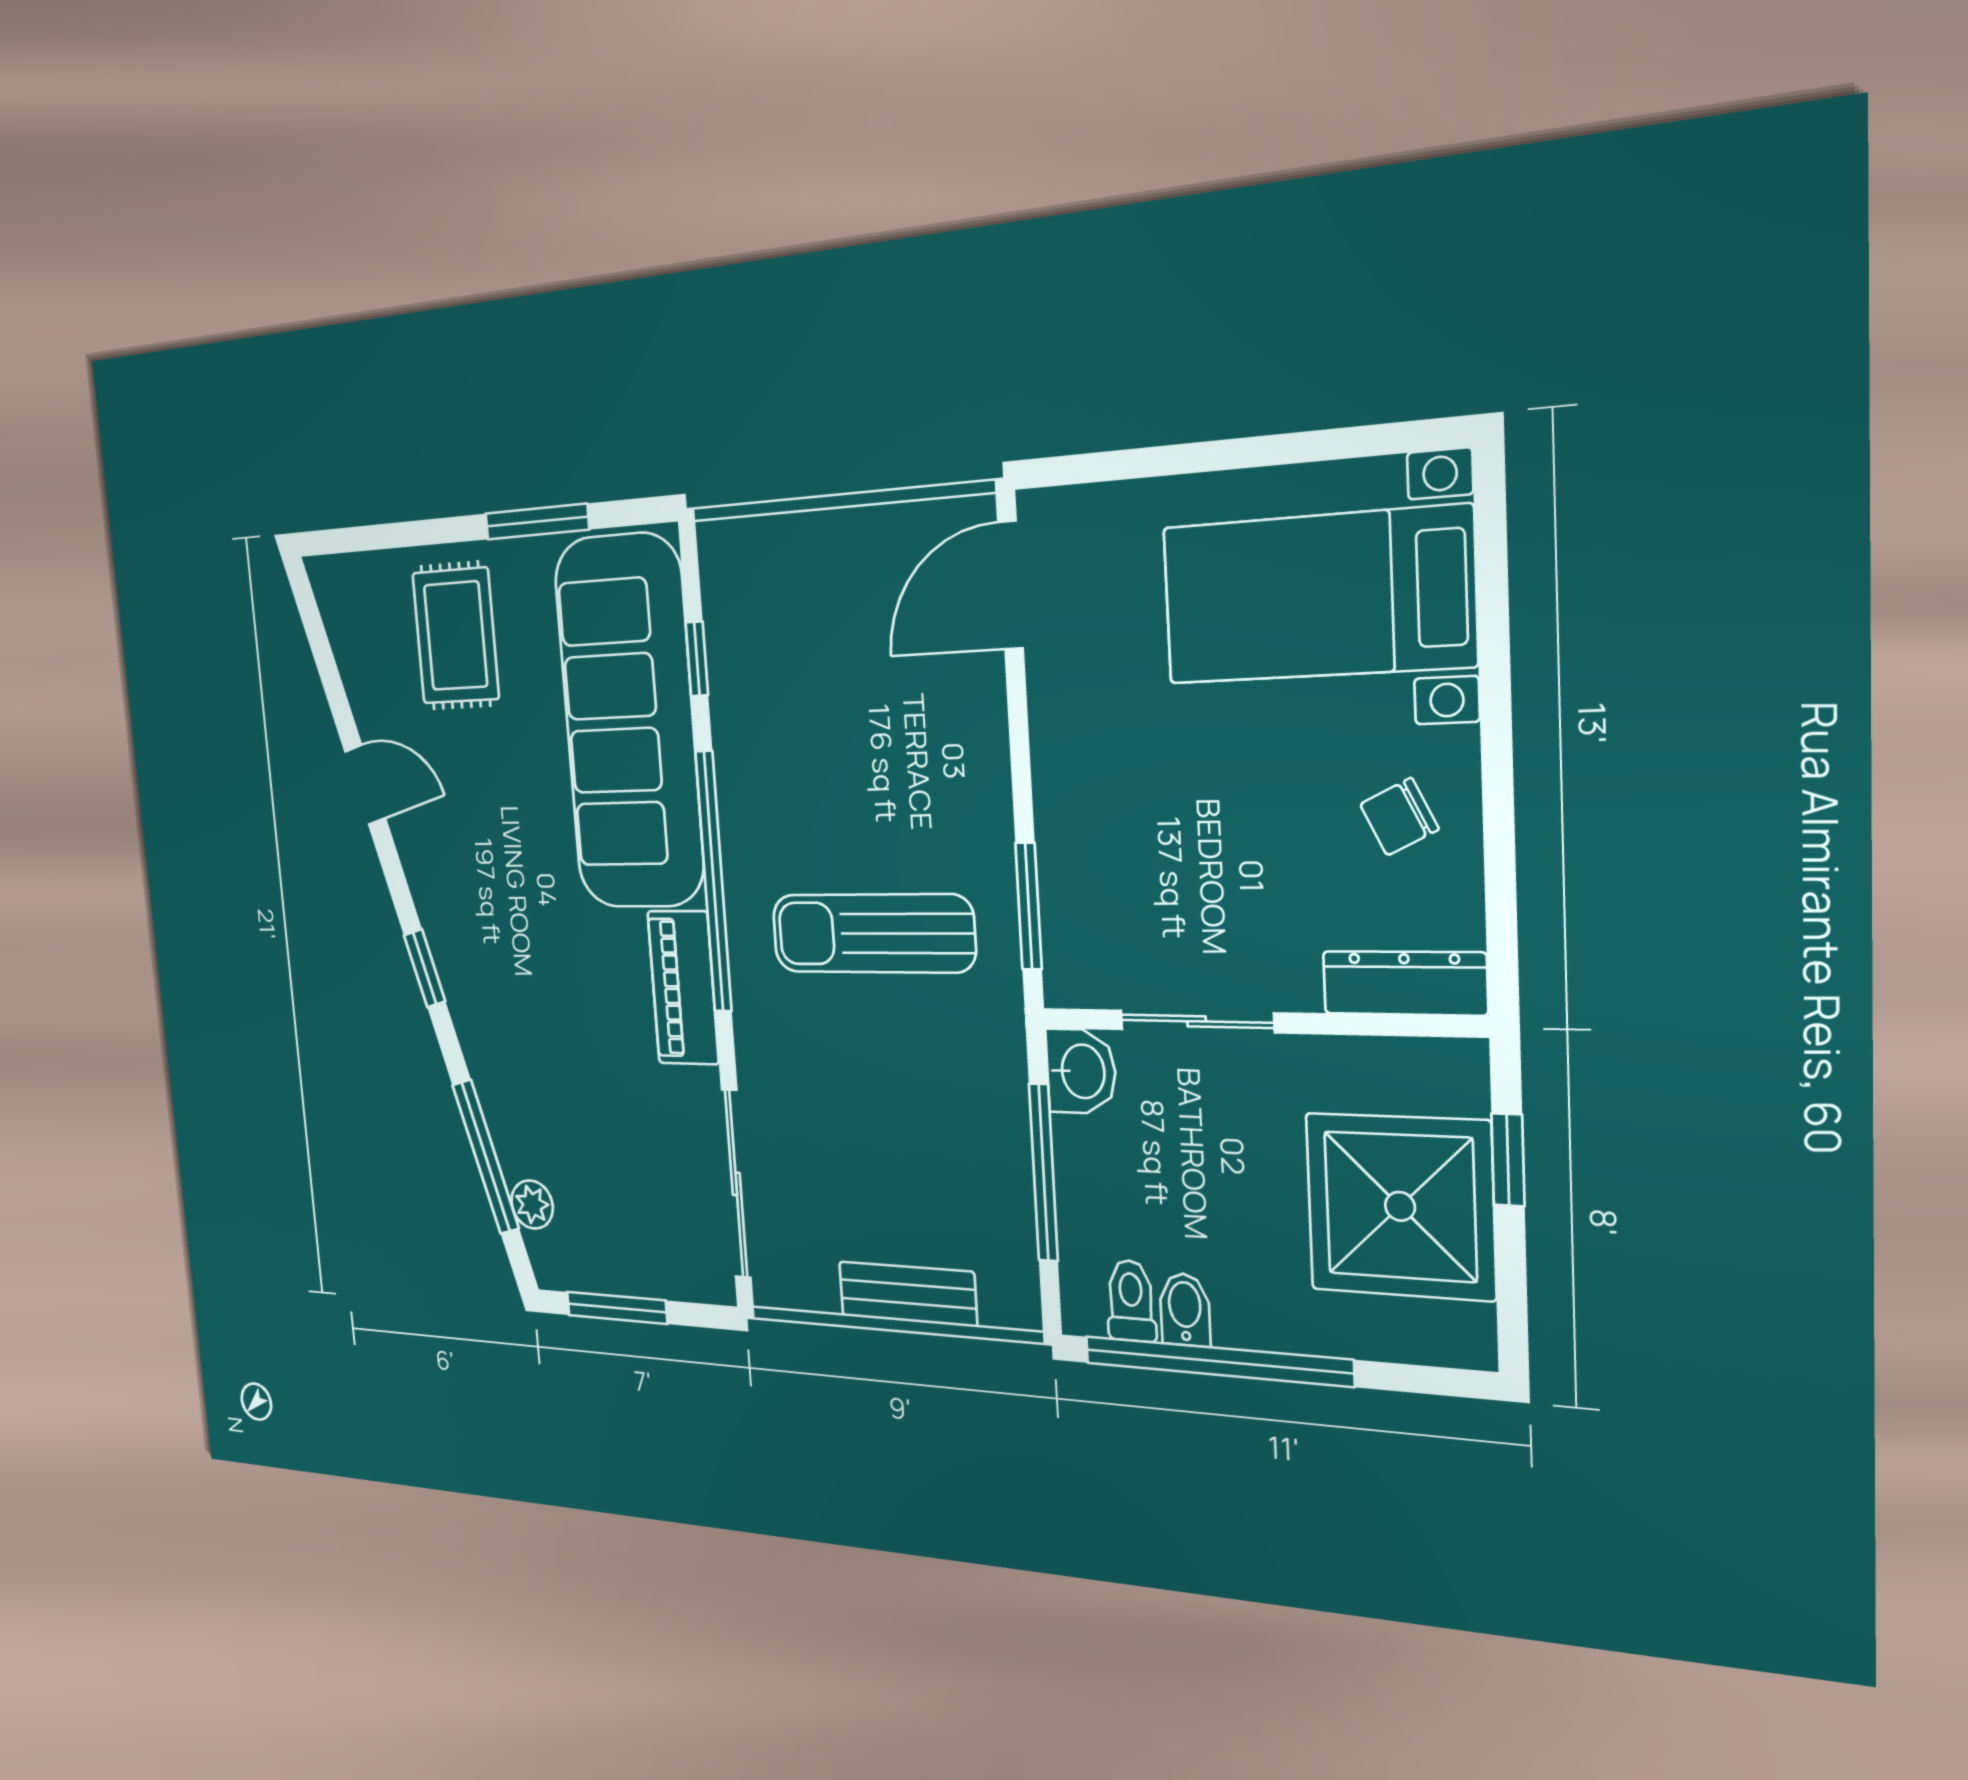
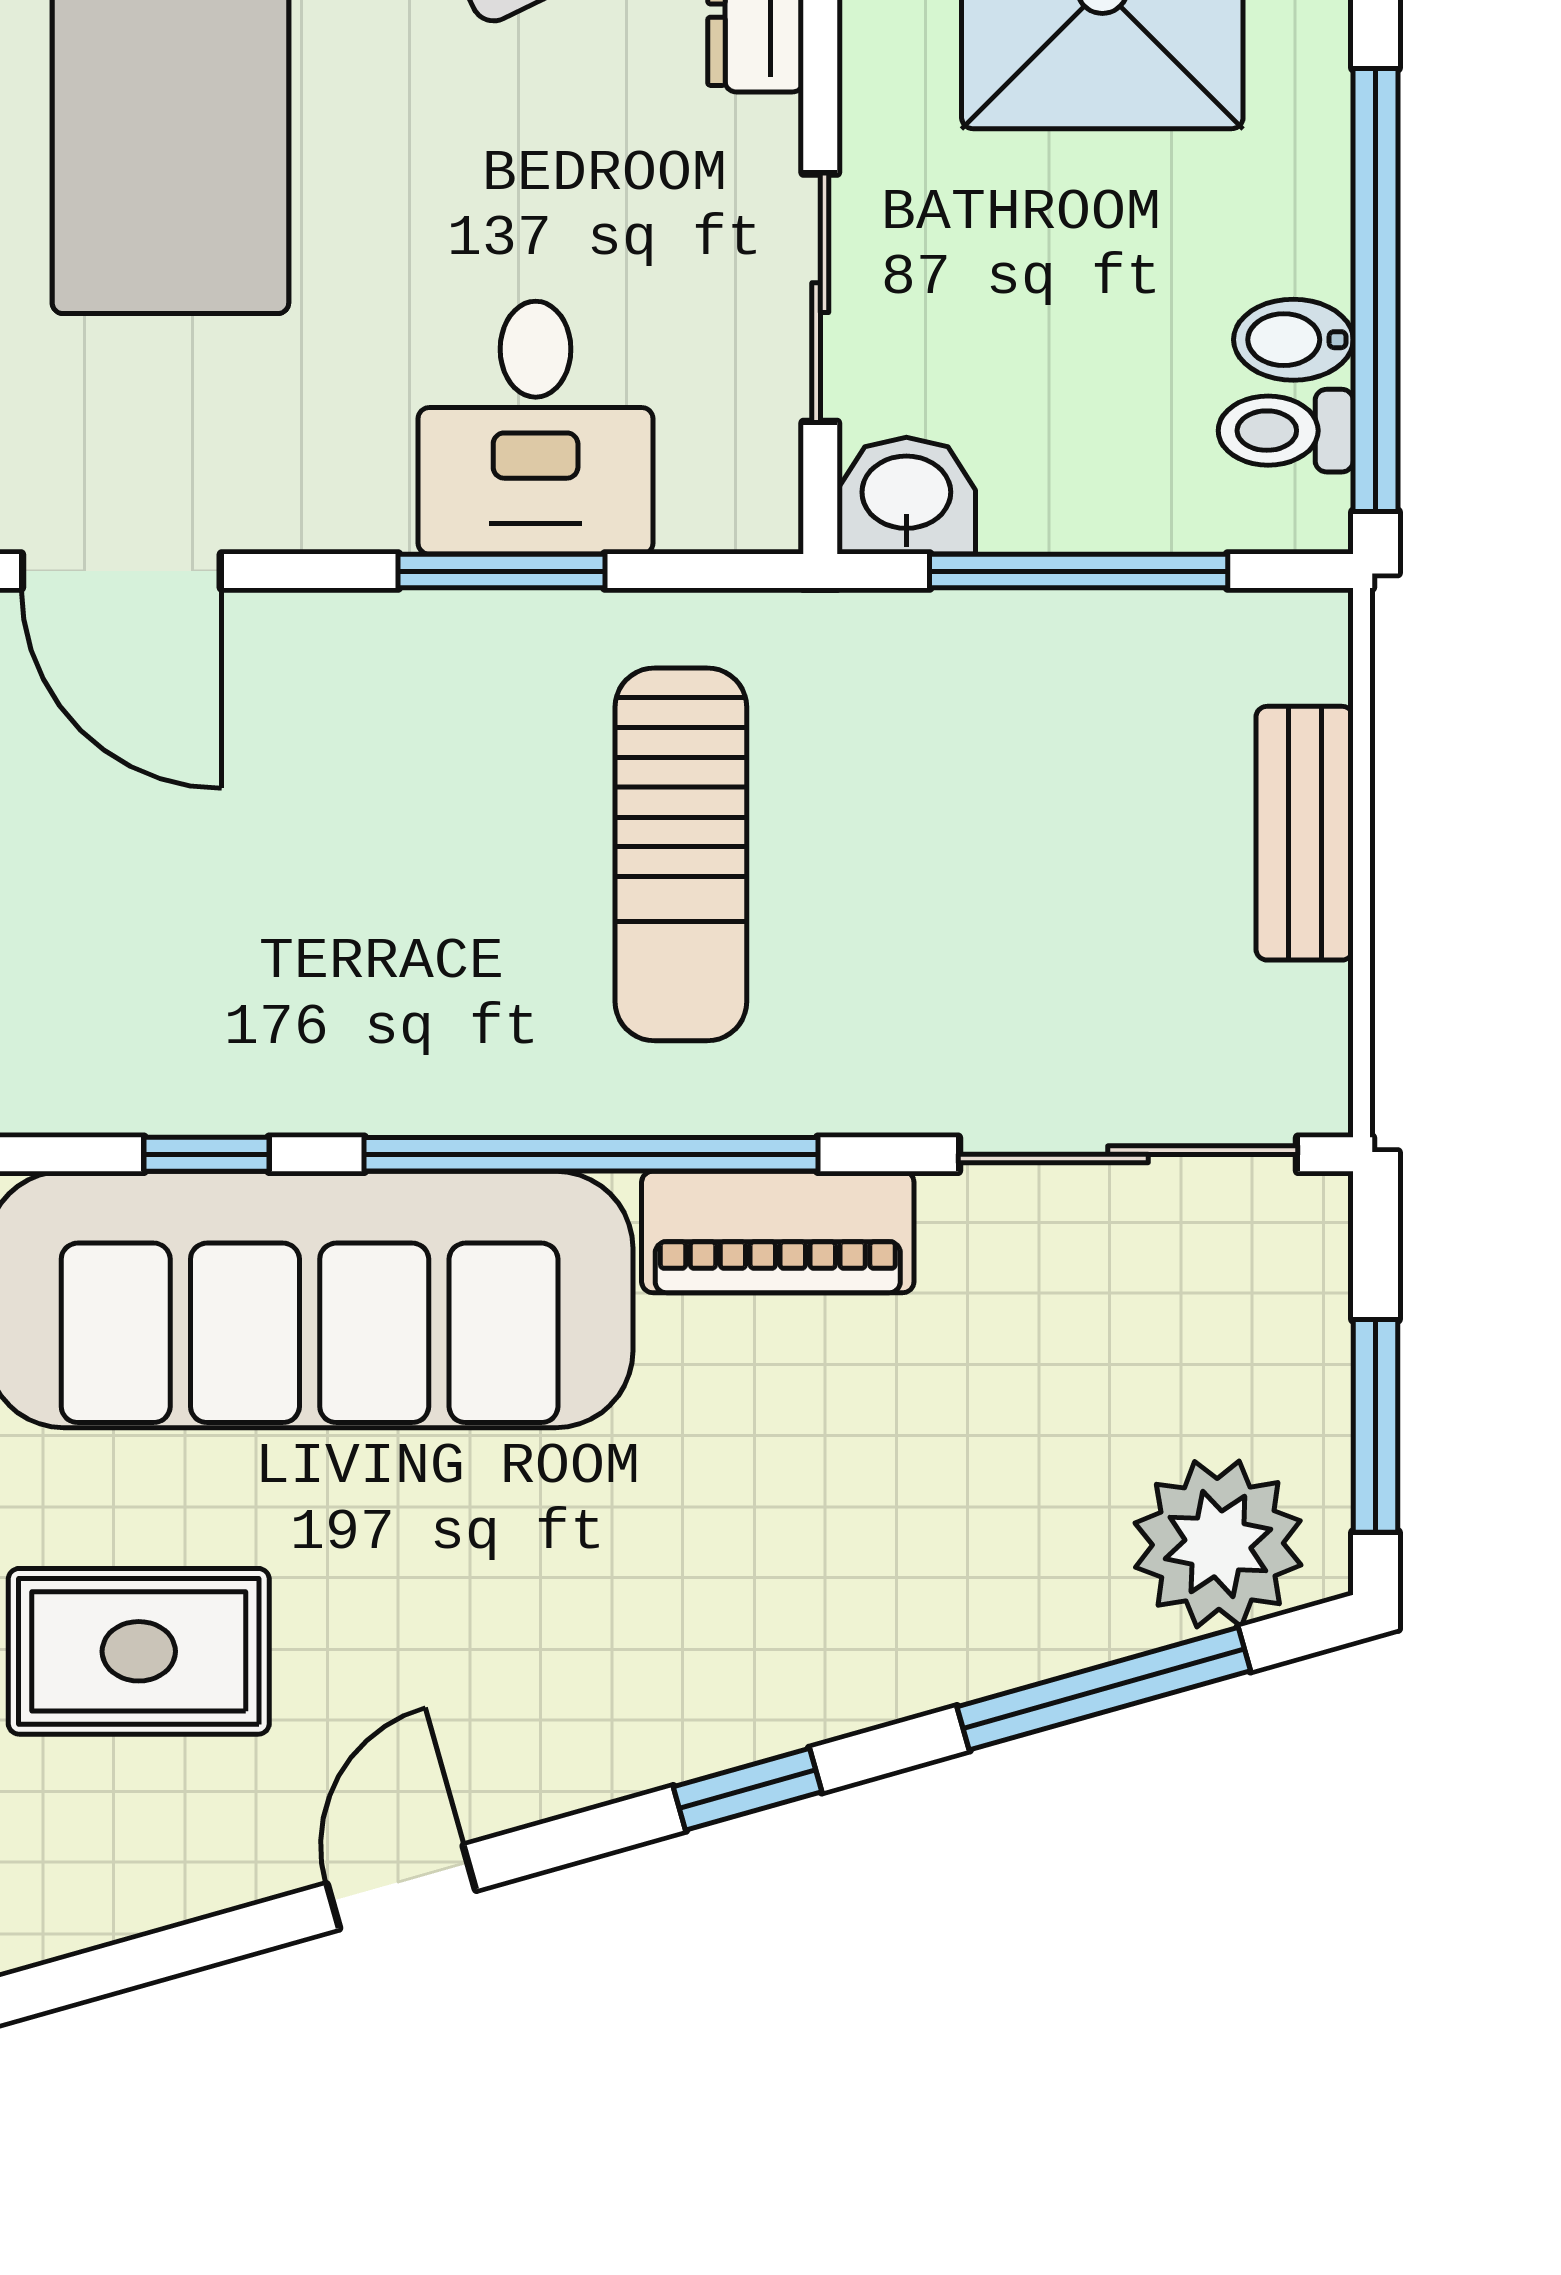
desk: (1109, 843) -> (536, 428), added
window: (1029, 906) -> (502, 571), moved
plant: (532, 1205) -> (1218, 1544), width x1.87, depth x1.87

